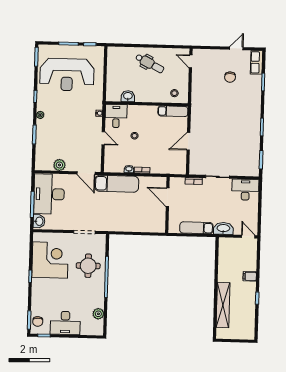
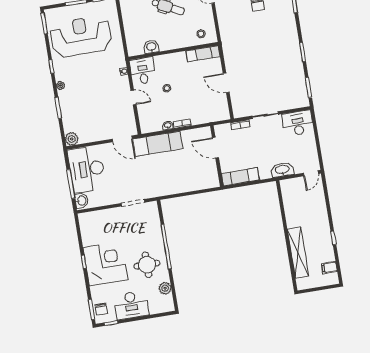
reception desk: (67, 75) -> (81, 36), turned 180
door: (188, 141) -> (226, 83), hinge flipped
plant: (59, 165) -> (72, 139), moved
exam couch: (196, 228) -> (240, 177), moved
door: (248, 237) -> (311, 173), swing flipped
corner desk: (50, 260) -> (105, 264), moved
round table: (88, 266) -> (147, 265), moved
filing cabinet: (250, 276) -> (329, 268), moved

